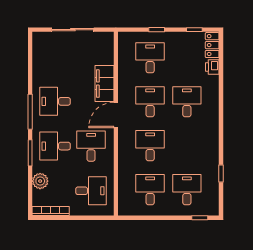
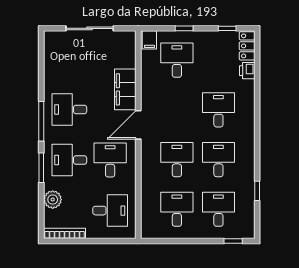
filing cabinet: (126, 40) -> (149, 40), added
desk: (150, 102) -> (218, 160), moved

